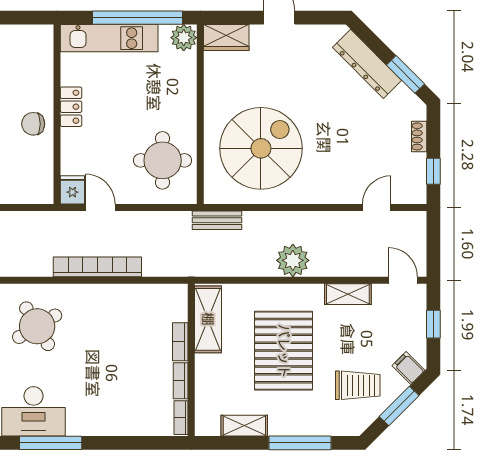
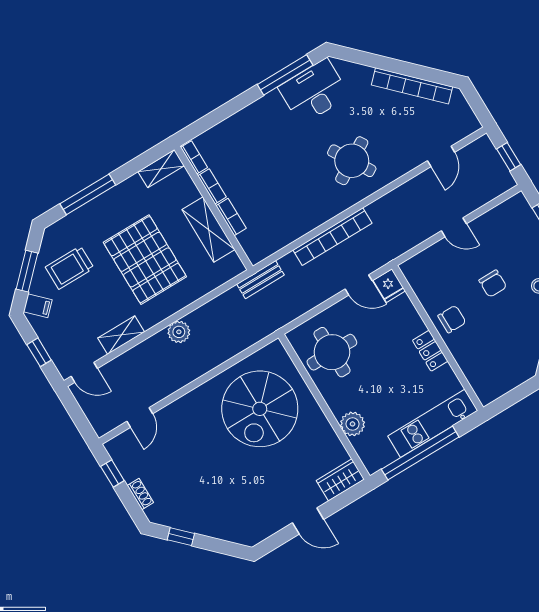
plant: (184, 38) -> (353, 424), moved
dresser: (367, 64) -> (216, 527), removed
window: (406, 74) -> (181, 537), width x0.67
bench: (217, 220) -> (260, 280), moved
plant: (293, 260) -> (179, 332), width x0.73, depth x0.73
shelving: (208, 319) -> (209, 229), moved
shelving: (244, 426) -> (161, 169), moved

